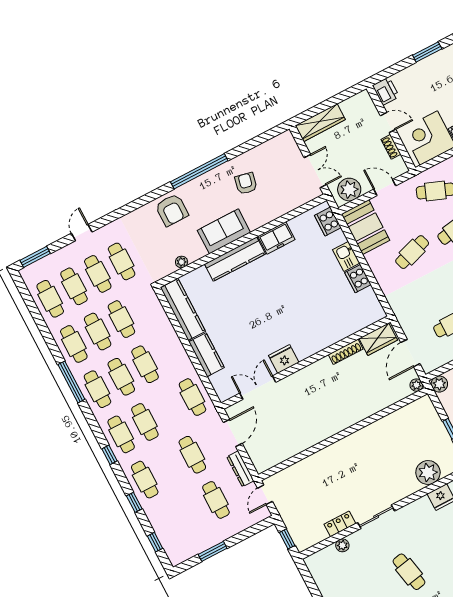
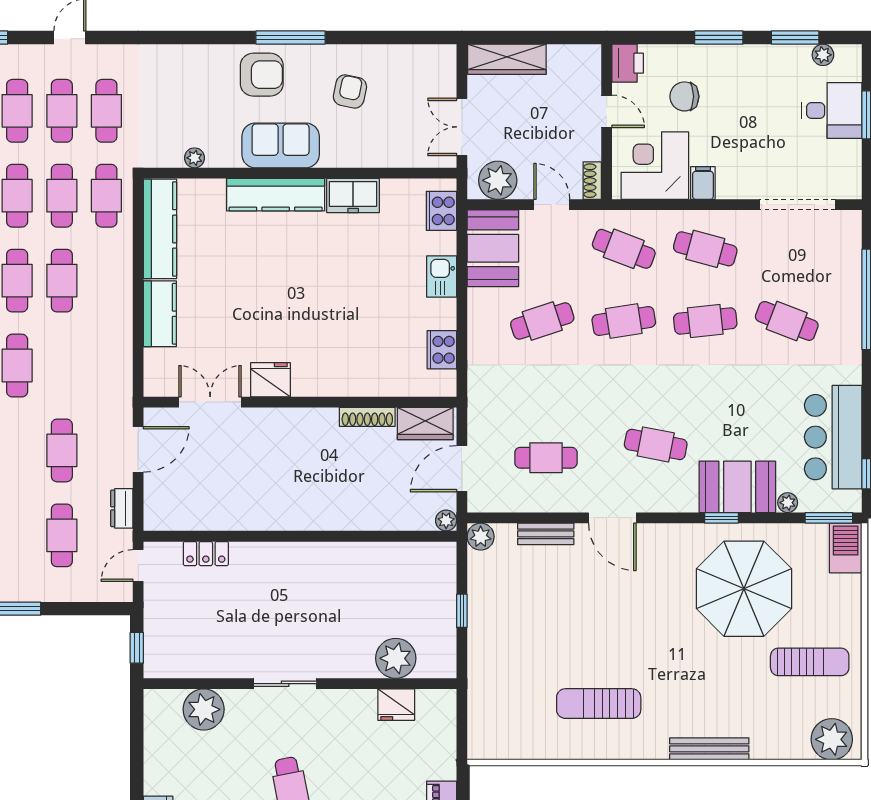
chair: (425, 93) -> (684, 96), added
shoe rack: (391, 147) -> (592, 181), moved
window: (199, 171) -> (291, 38), width x0.68
double door: (315, 171) -> (462, 127), swing flipped
armchair: (172, 210) -> (262, 75), moved, turned -90
cooker: (358, 279) -> (442, 350), moved
cafe table: (192, 397) -> (106, 196), moved
dresser: (240, 469) -> (122, 508), width x0.70
locker: (340, 524) -> (206, 554), moved, turned 180
plant: (342, 545) -> (204, 709), width x1.88, depth x1.88

